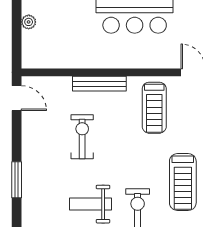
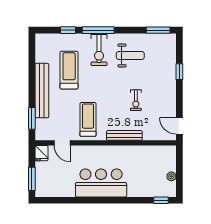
exercise bike: (82, 137) -> (136, 100), width x0.73, depth x0.72
window: (17, 180) -> (179, 72), width x0.67

